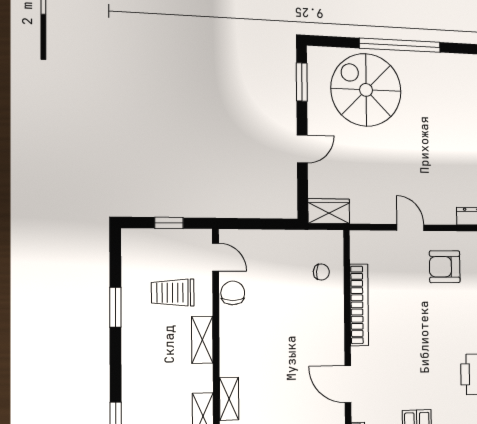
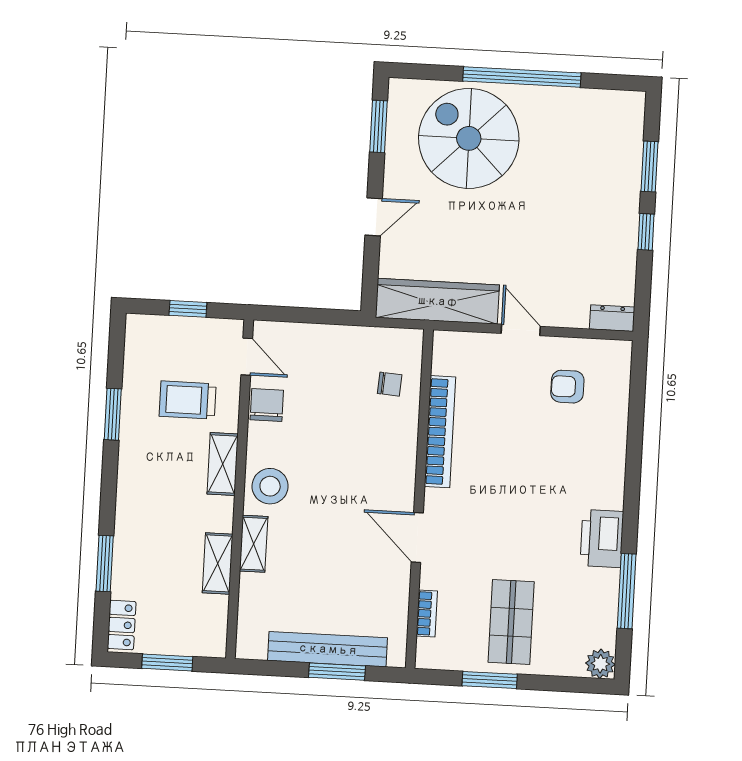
wardrobe: (329, 211) -> (437, 301), width x2.10, depth x1.17
armchair: (445, 267) -> (567, 387), width x0.72, depth x0.72
stool: (239, 354) -> (270, 486), added

